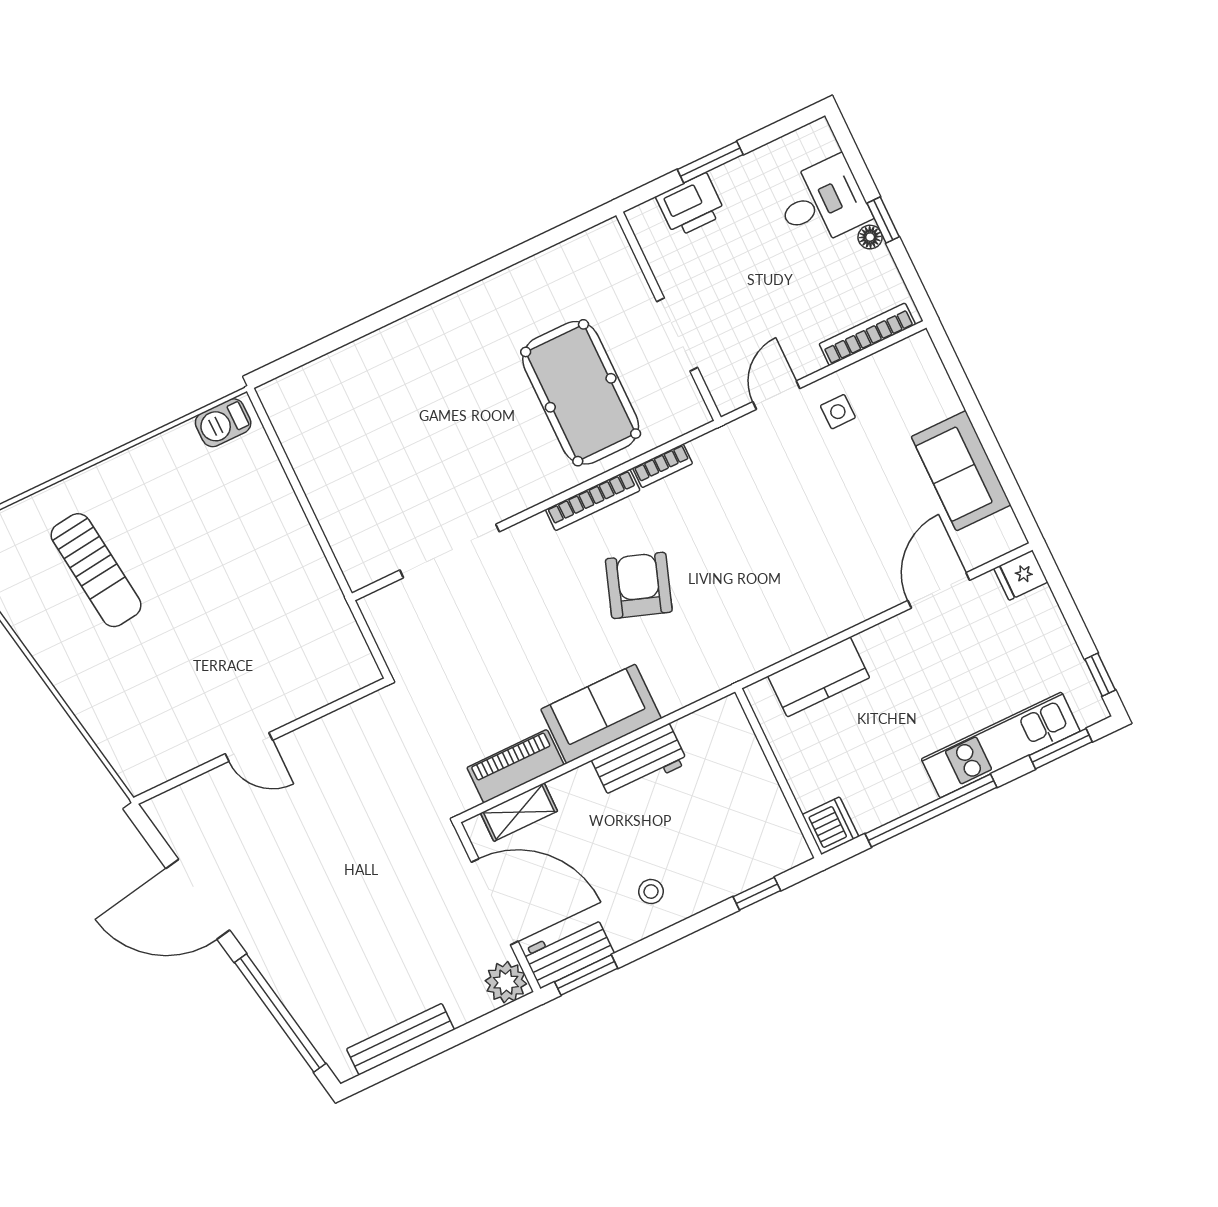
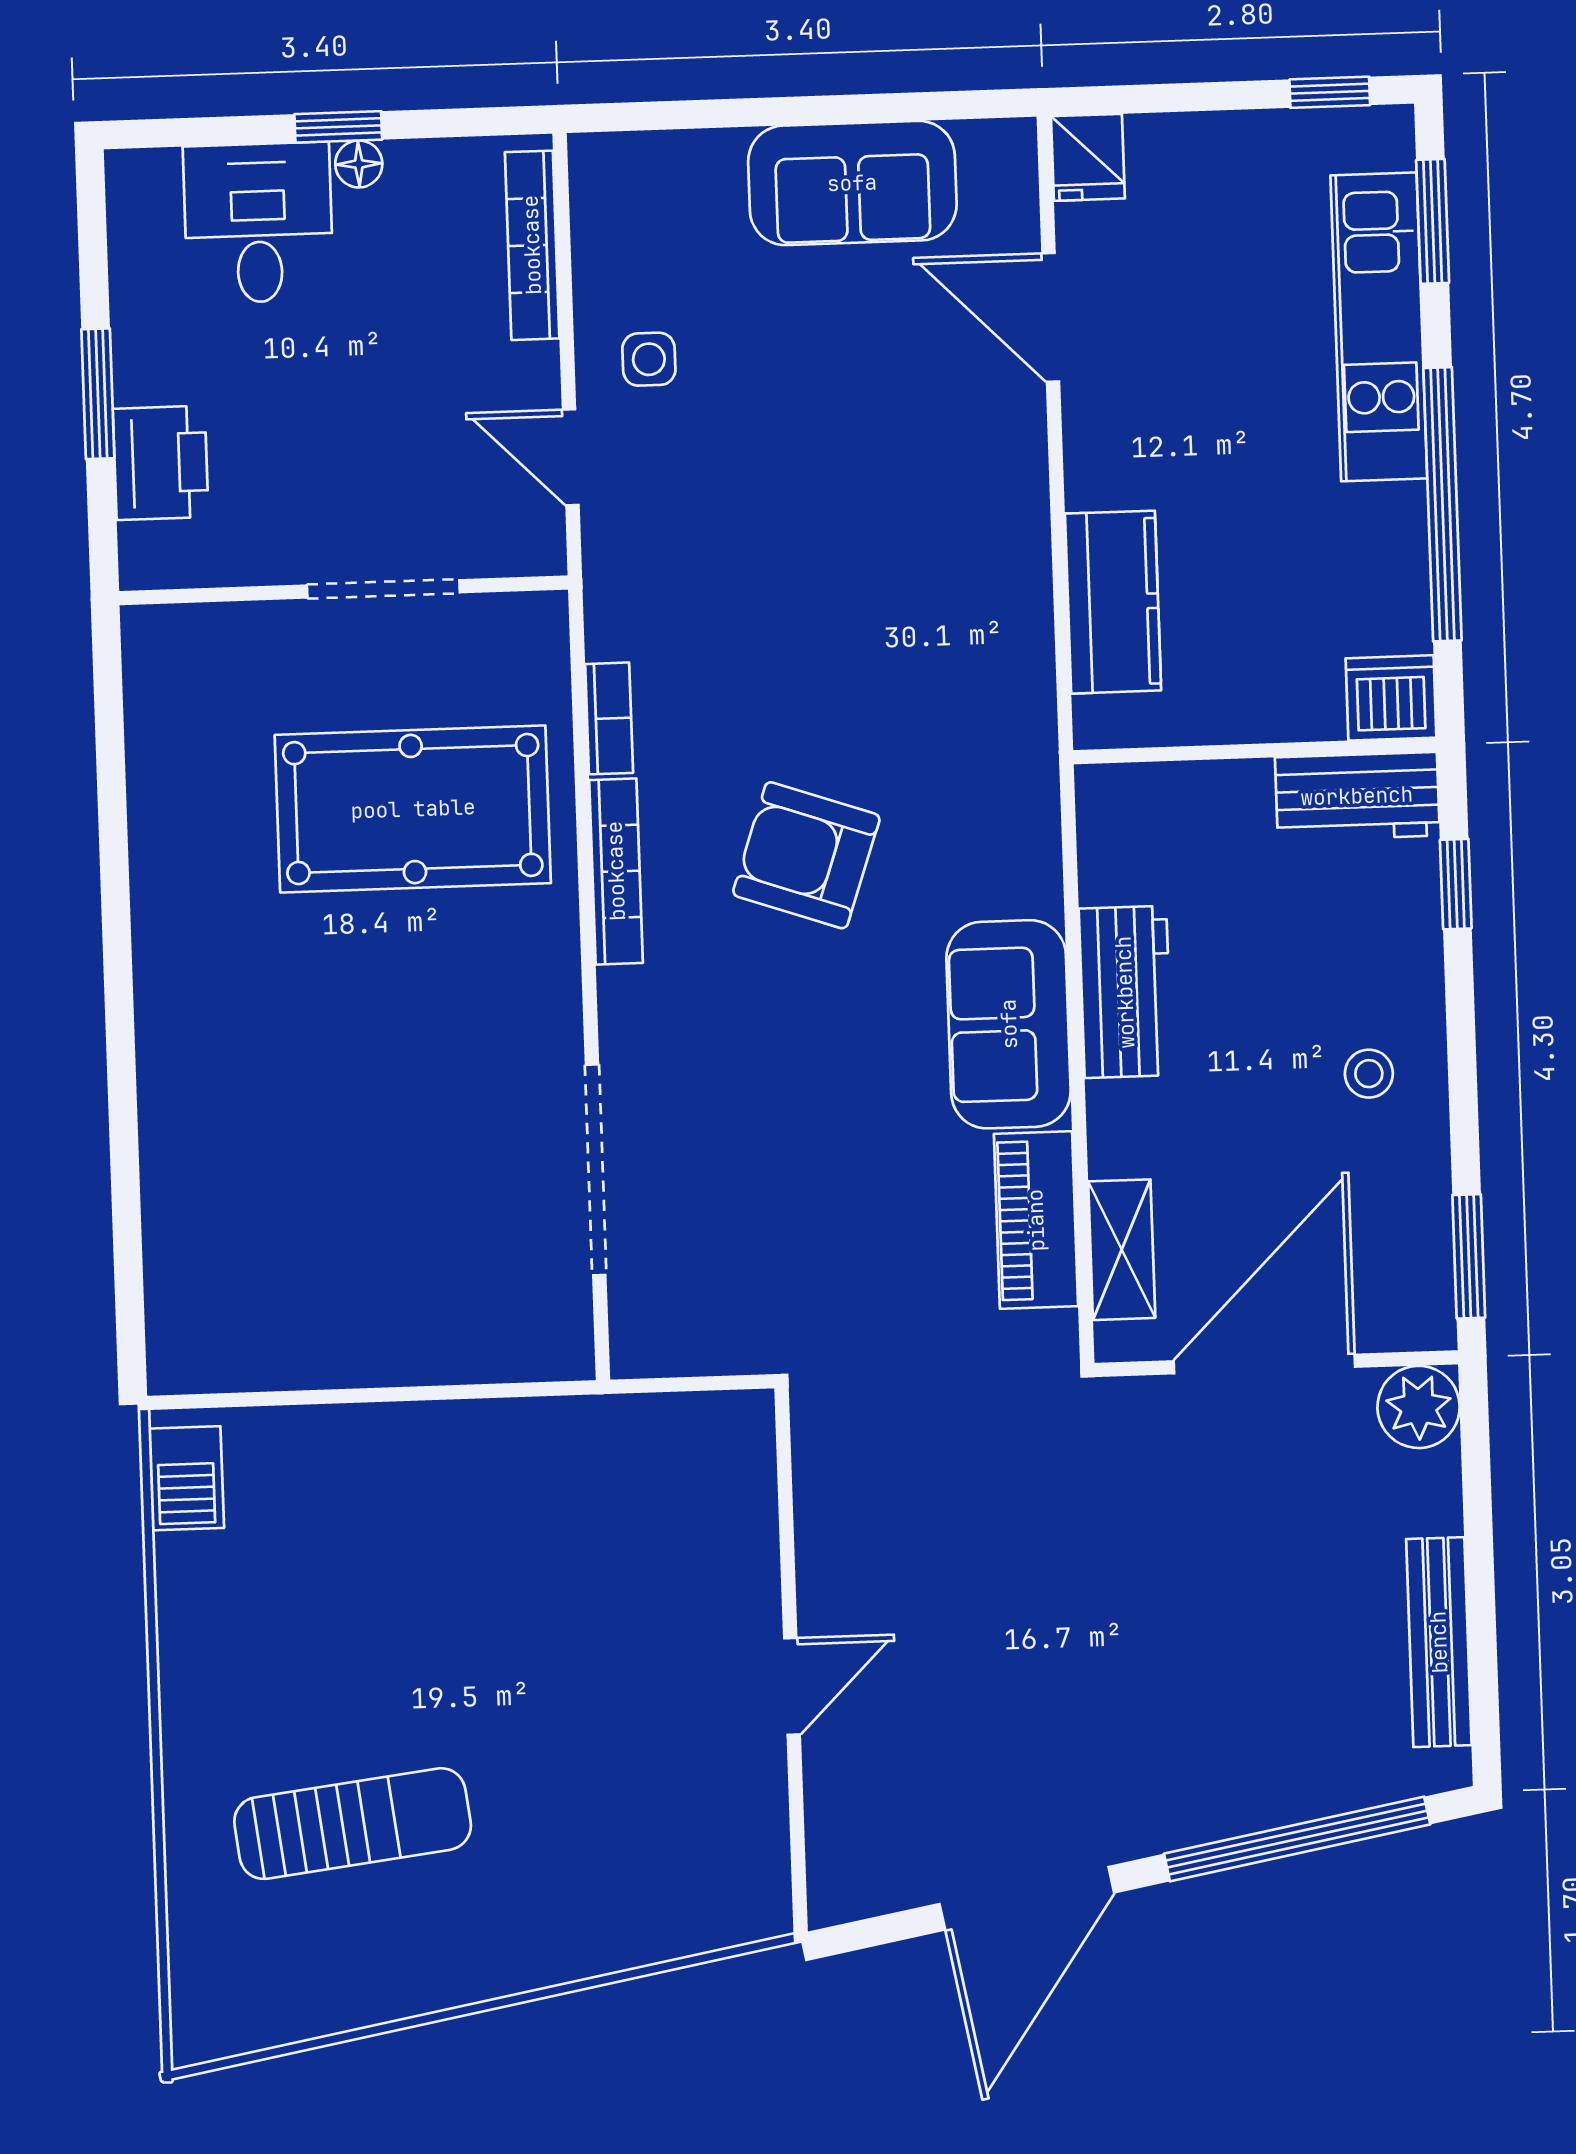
workbench: (568, 952) -> (1357, 796), moved, turned -90

